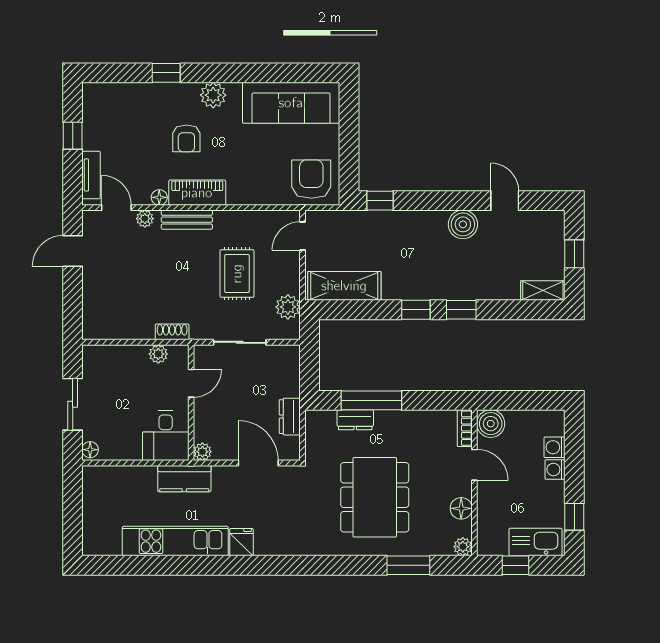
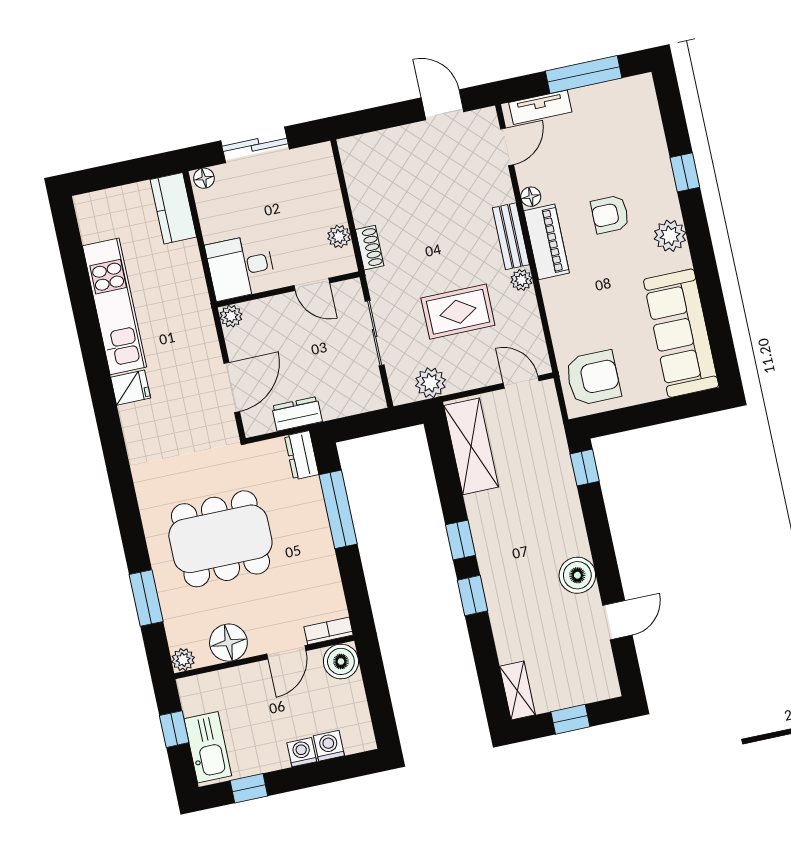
window: (73, 136) -> (584, 74), width x2.17
plant: (145, 219) -> (521, 280), moved
dresser: (355, 420) -> (302, 455), moved
kitchen counter: (184, 479) -> (173, 208), moved
floor lamp: (461, 508) -> (228, 643), width x1.38, depth x1.38

